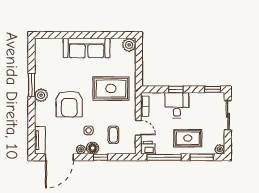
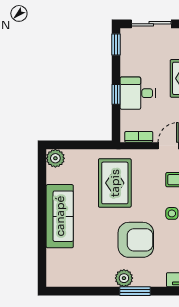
window: (31, 85) -> (135, 291), moved

